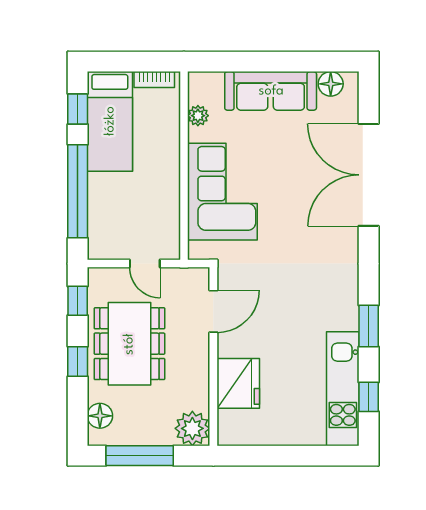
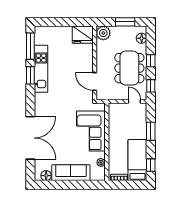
window: (78, 191) -> (151, 131), width x0.47
door: (145, 264) -> (134, 101), moved
door: (213, 311) -> (95, 81), hinge flipped
fridge: (238, 383) -> (83, 35), moved, turned -90
kitchen unit: (343, 389) -> (41, 69), moved
window: (369, 397) -> (30, 46), width x2.17
window: (140, 456) -> (125, 22), width x0.69

